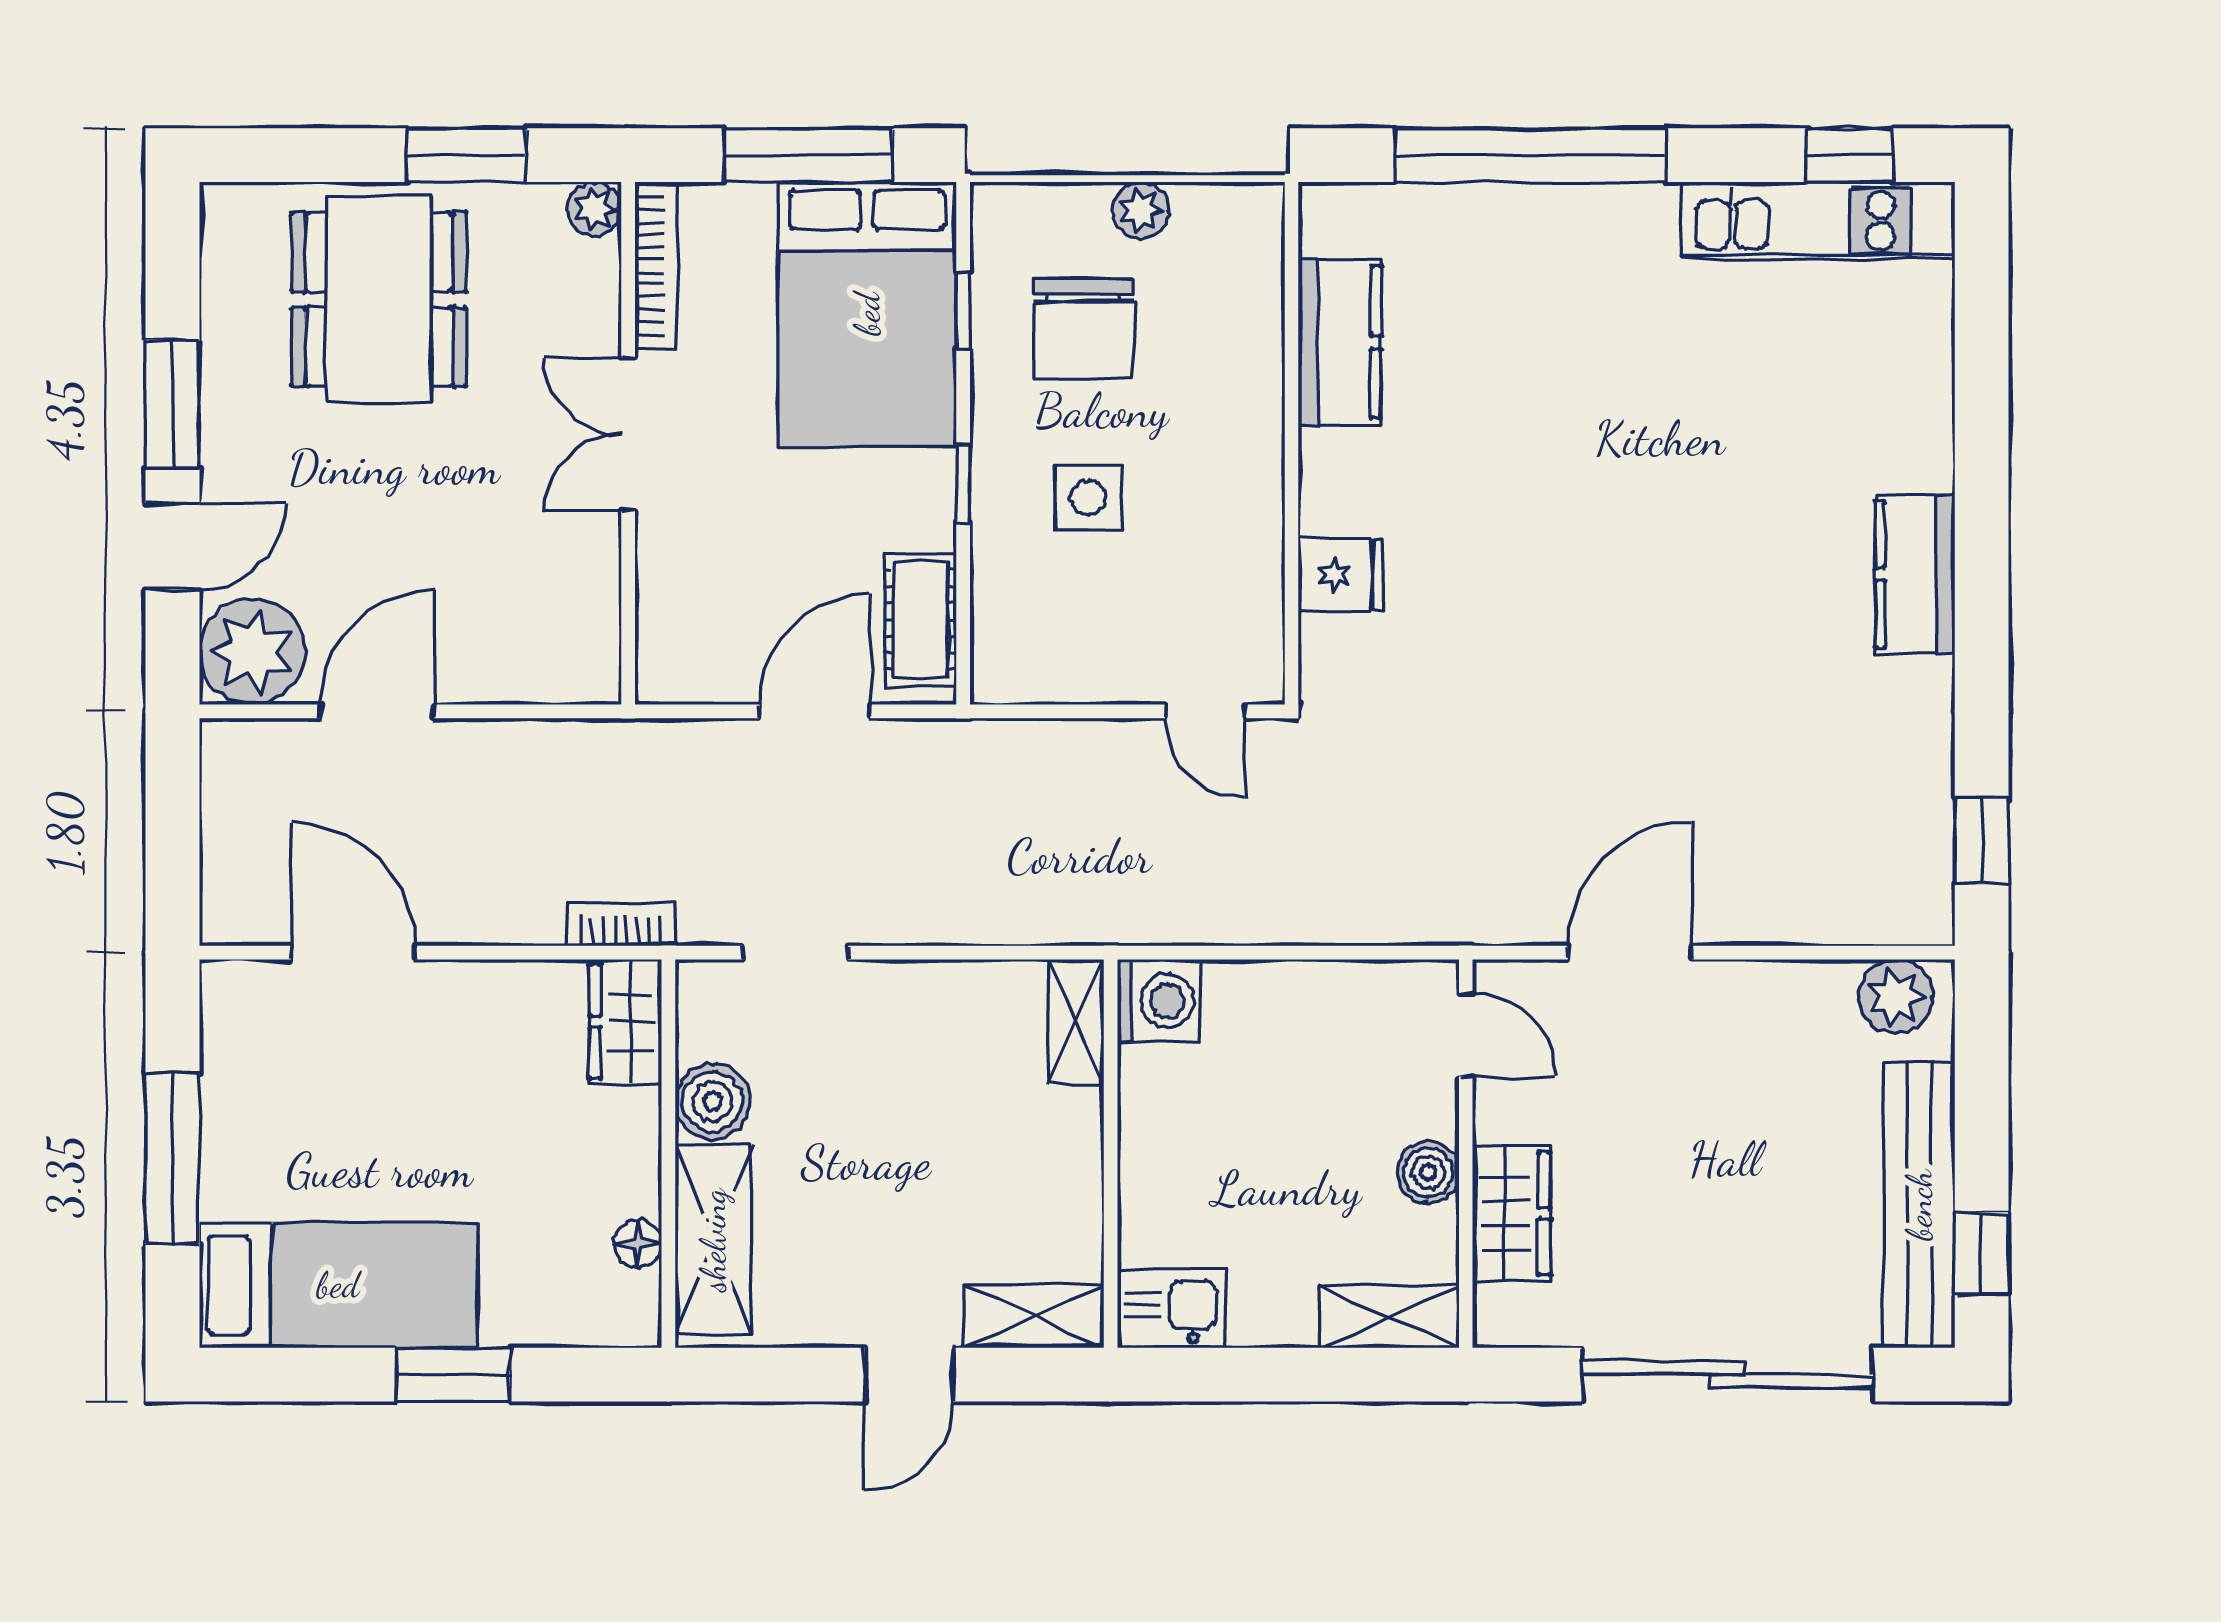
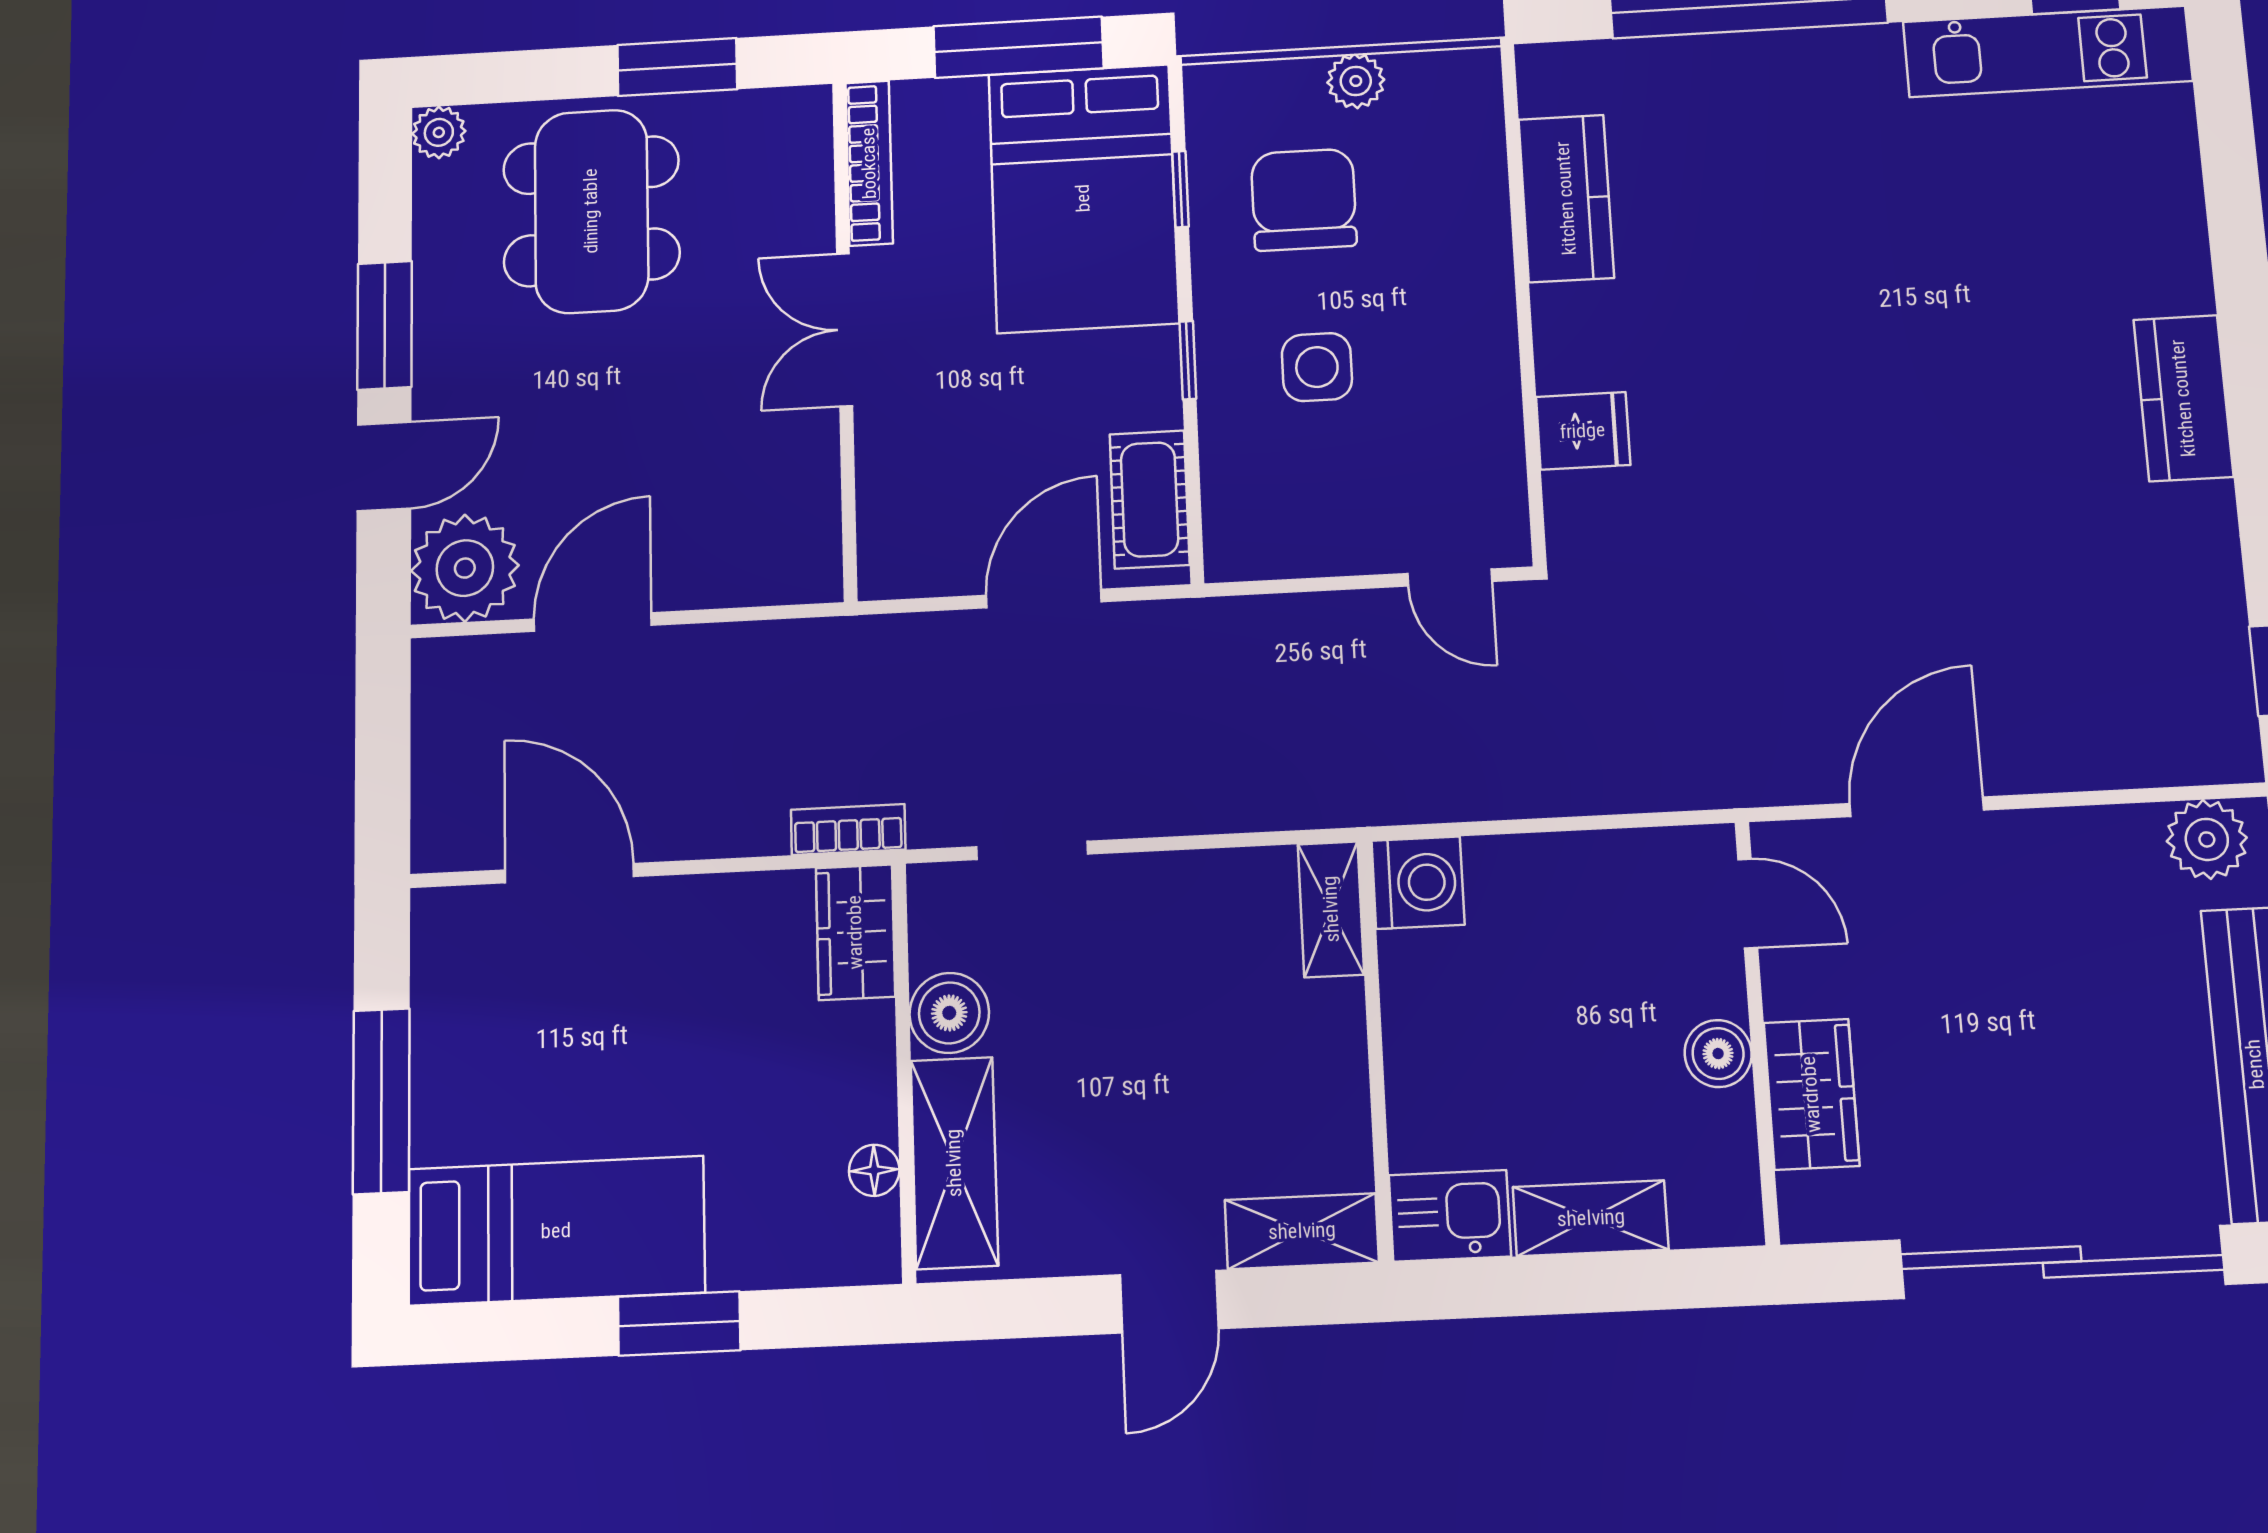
plant: (594, 209) -> (439, 132), moved
chair: (1084, 329) -> (1304, 200), turned 180
shelving: (1389, 1317) -> (1591, 1218), moved

